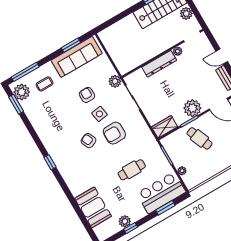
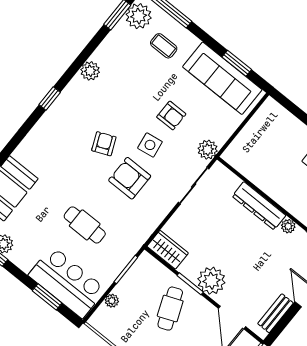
armchair: (87, 95) -> (171, 116), turned 90
plant: (43, 132) -> (90, 71), added

